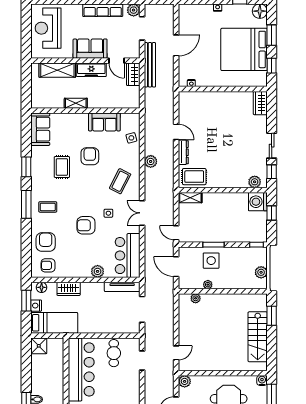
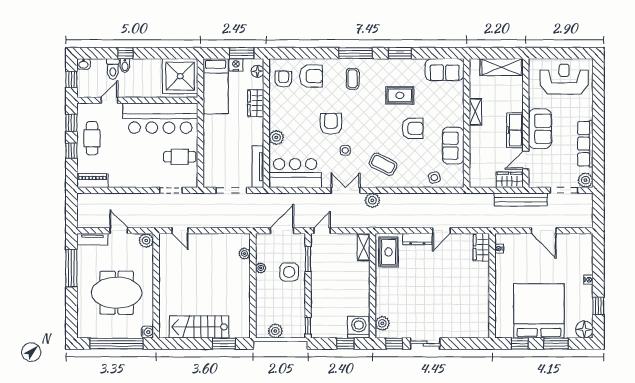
shelving: (57, 70) -> (502, 67), moved, turned 90
wardrobe: (260, 103) -> (481, 247), moved, turned -90
plant: (151, 161) -> (372, 200), moved
window: (213, 245) -> (308, 259), moved
shower: (39, 346) -> (180, 76), width x1.86, depth x1.86

